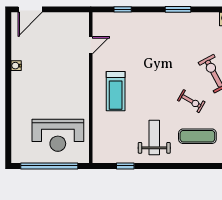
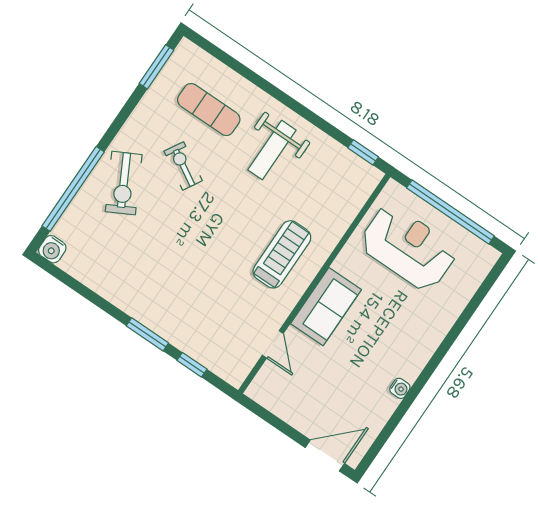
window: (178, 9) -> (147, 334), moved
door: (91, 45) -> (273, 344), swing flipped
sofa: (78, 81) -> (326, 307), added
window: (125, 166) -> (363, 152), moved

